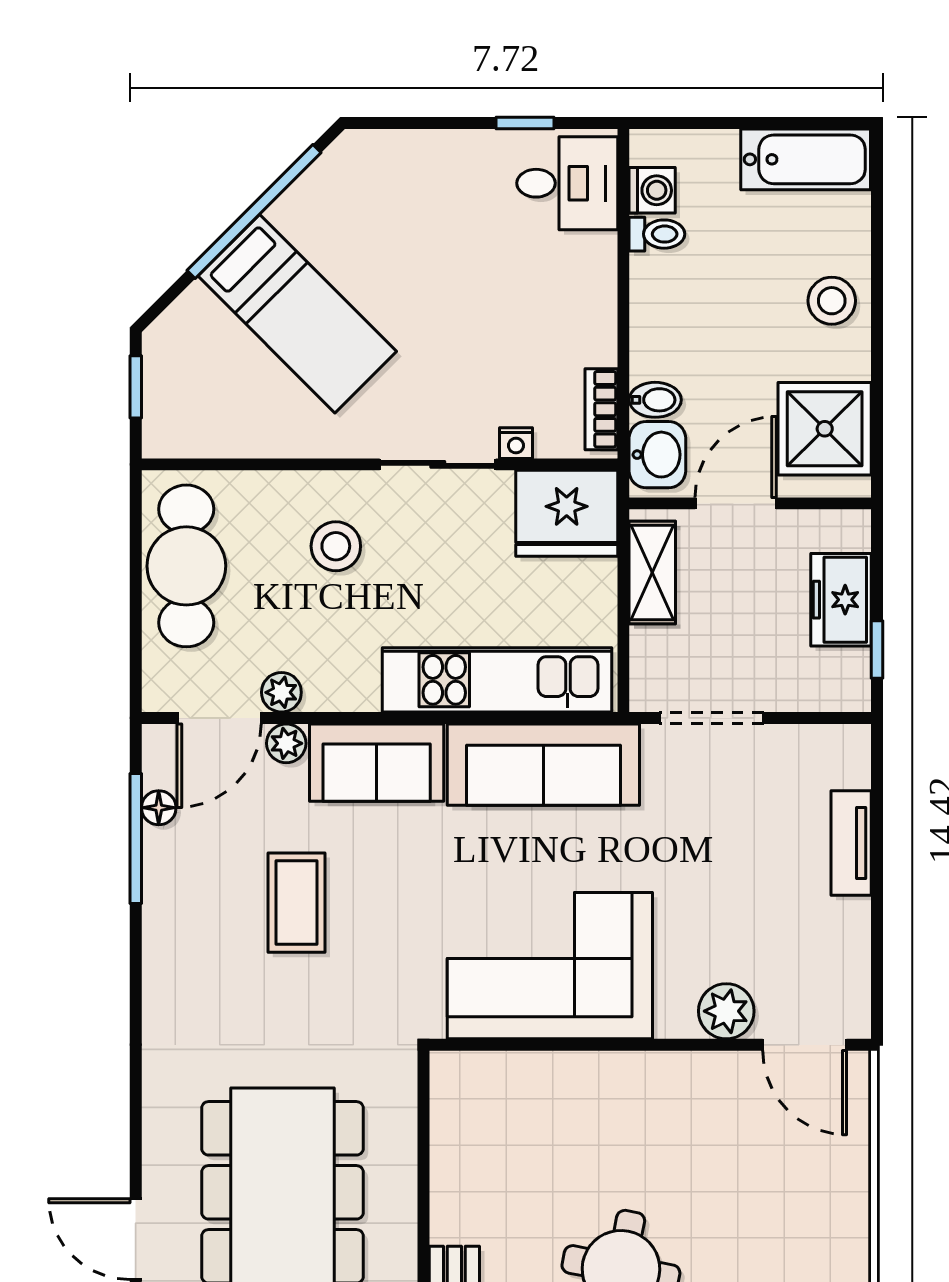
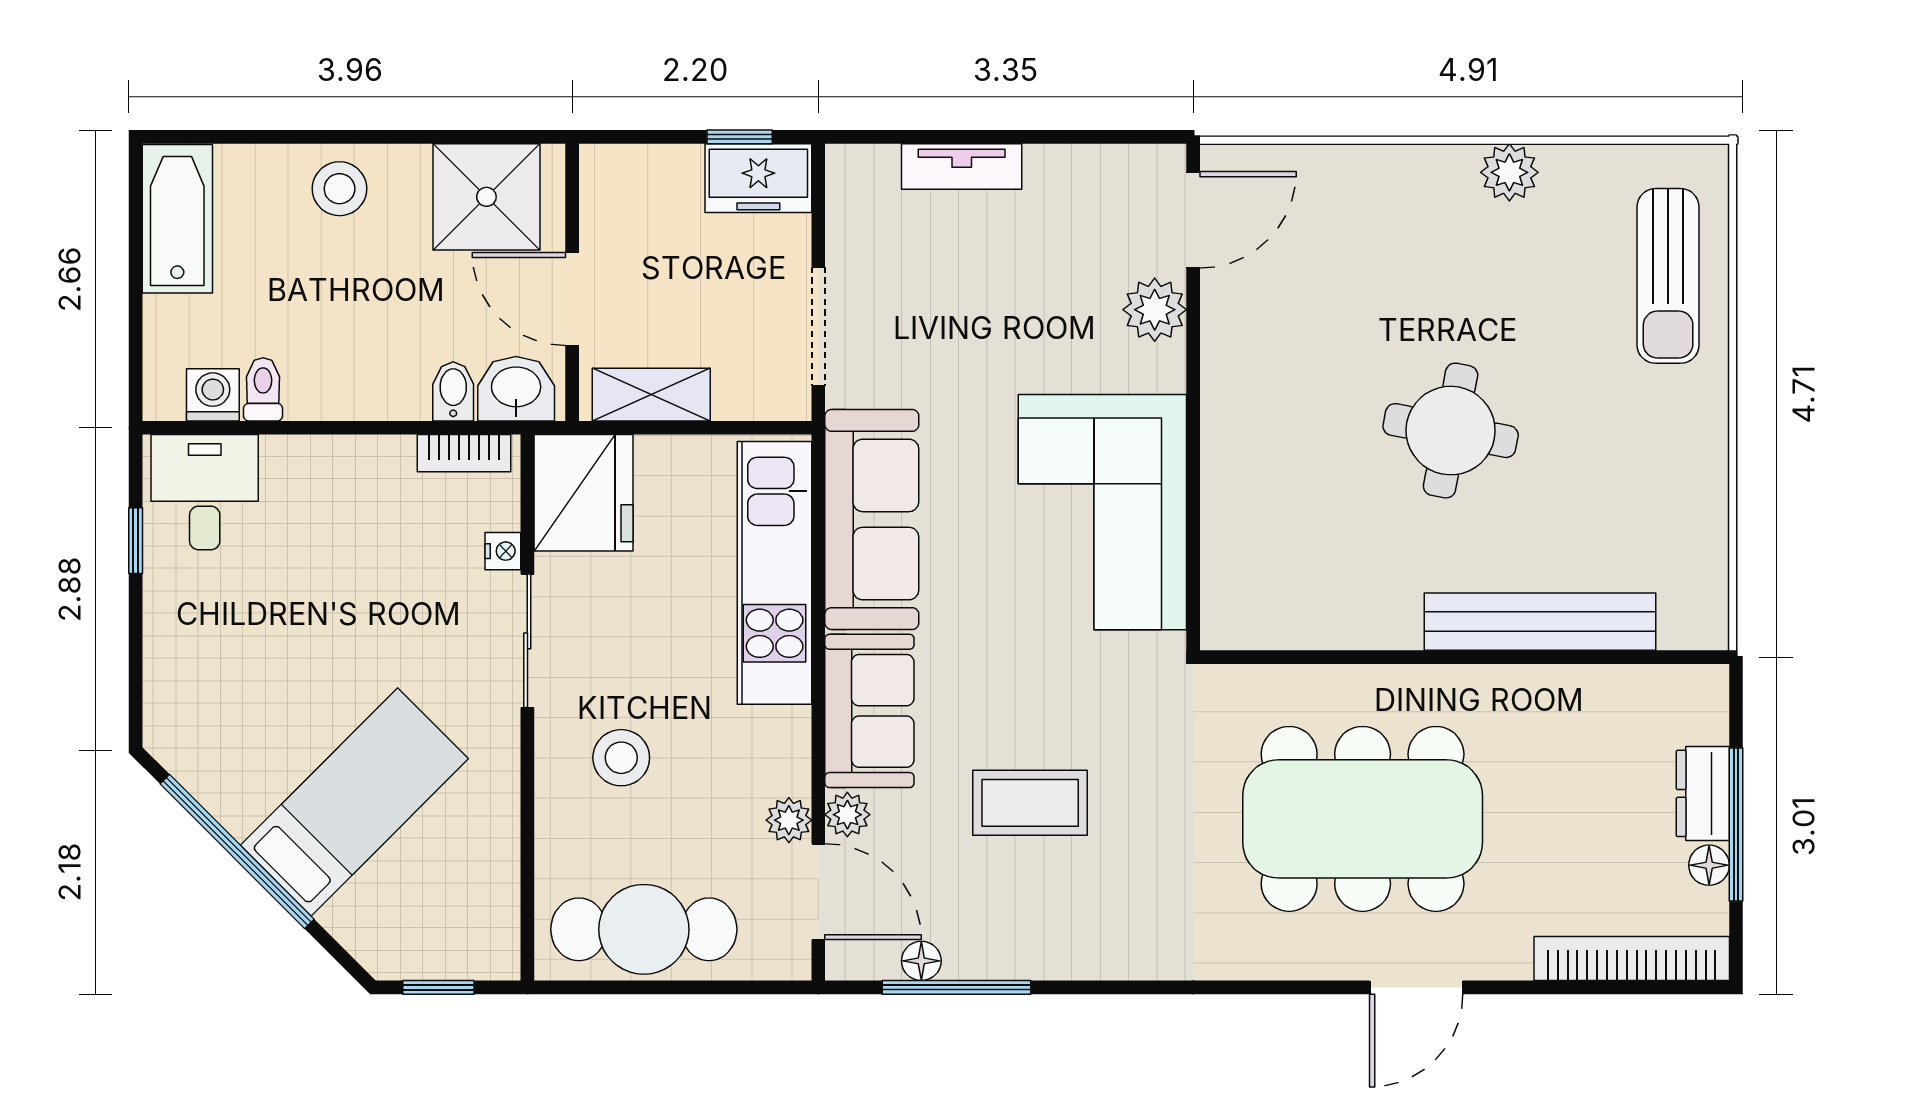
freezer: (841, 600) -> (758, 178), moved

